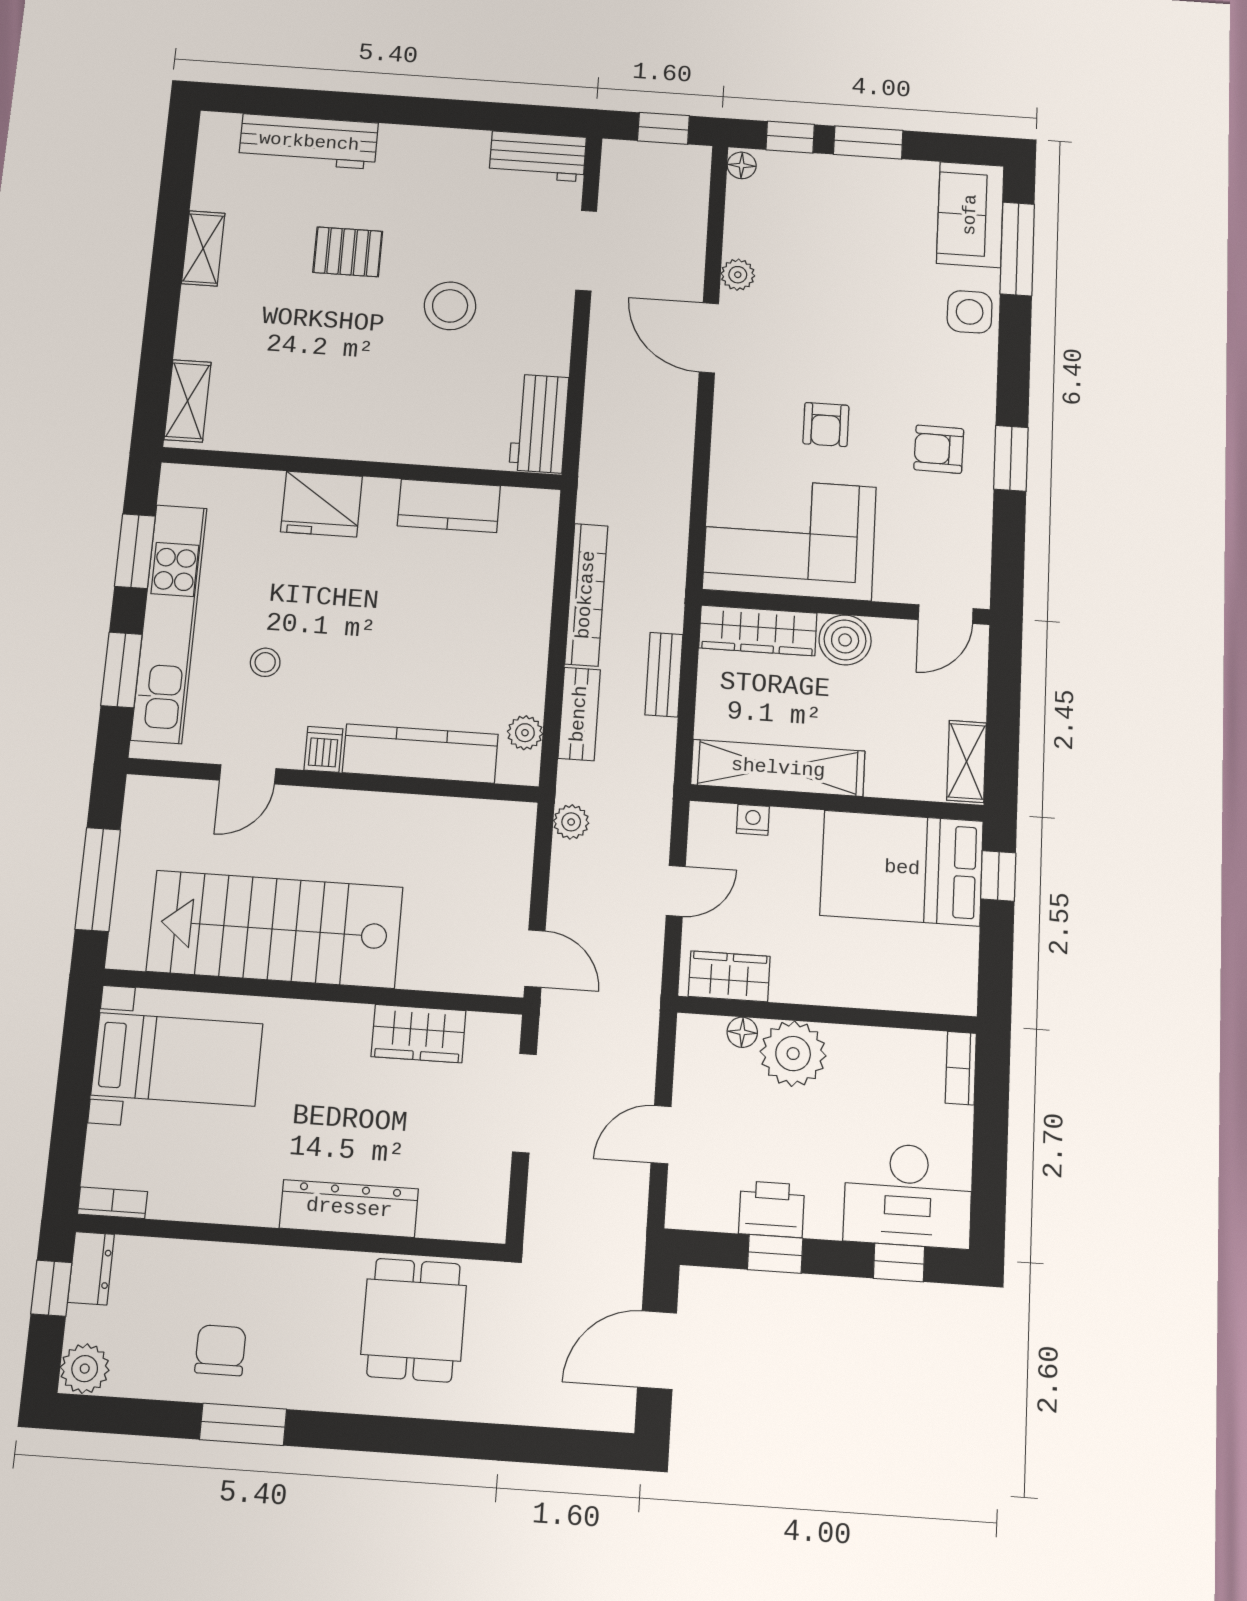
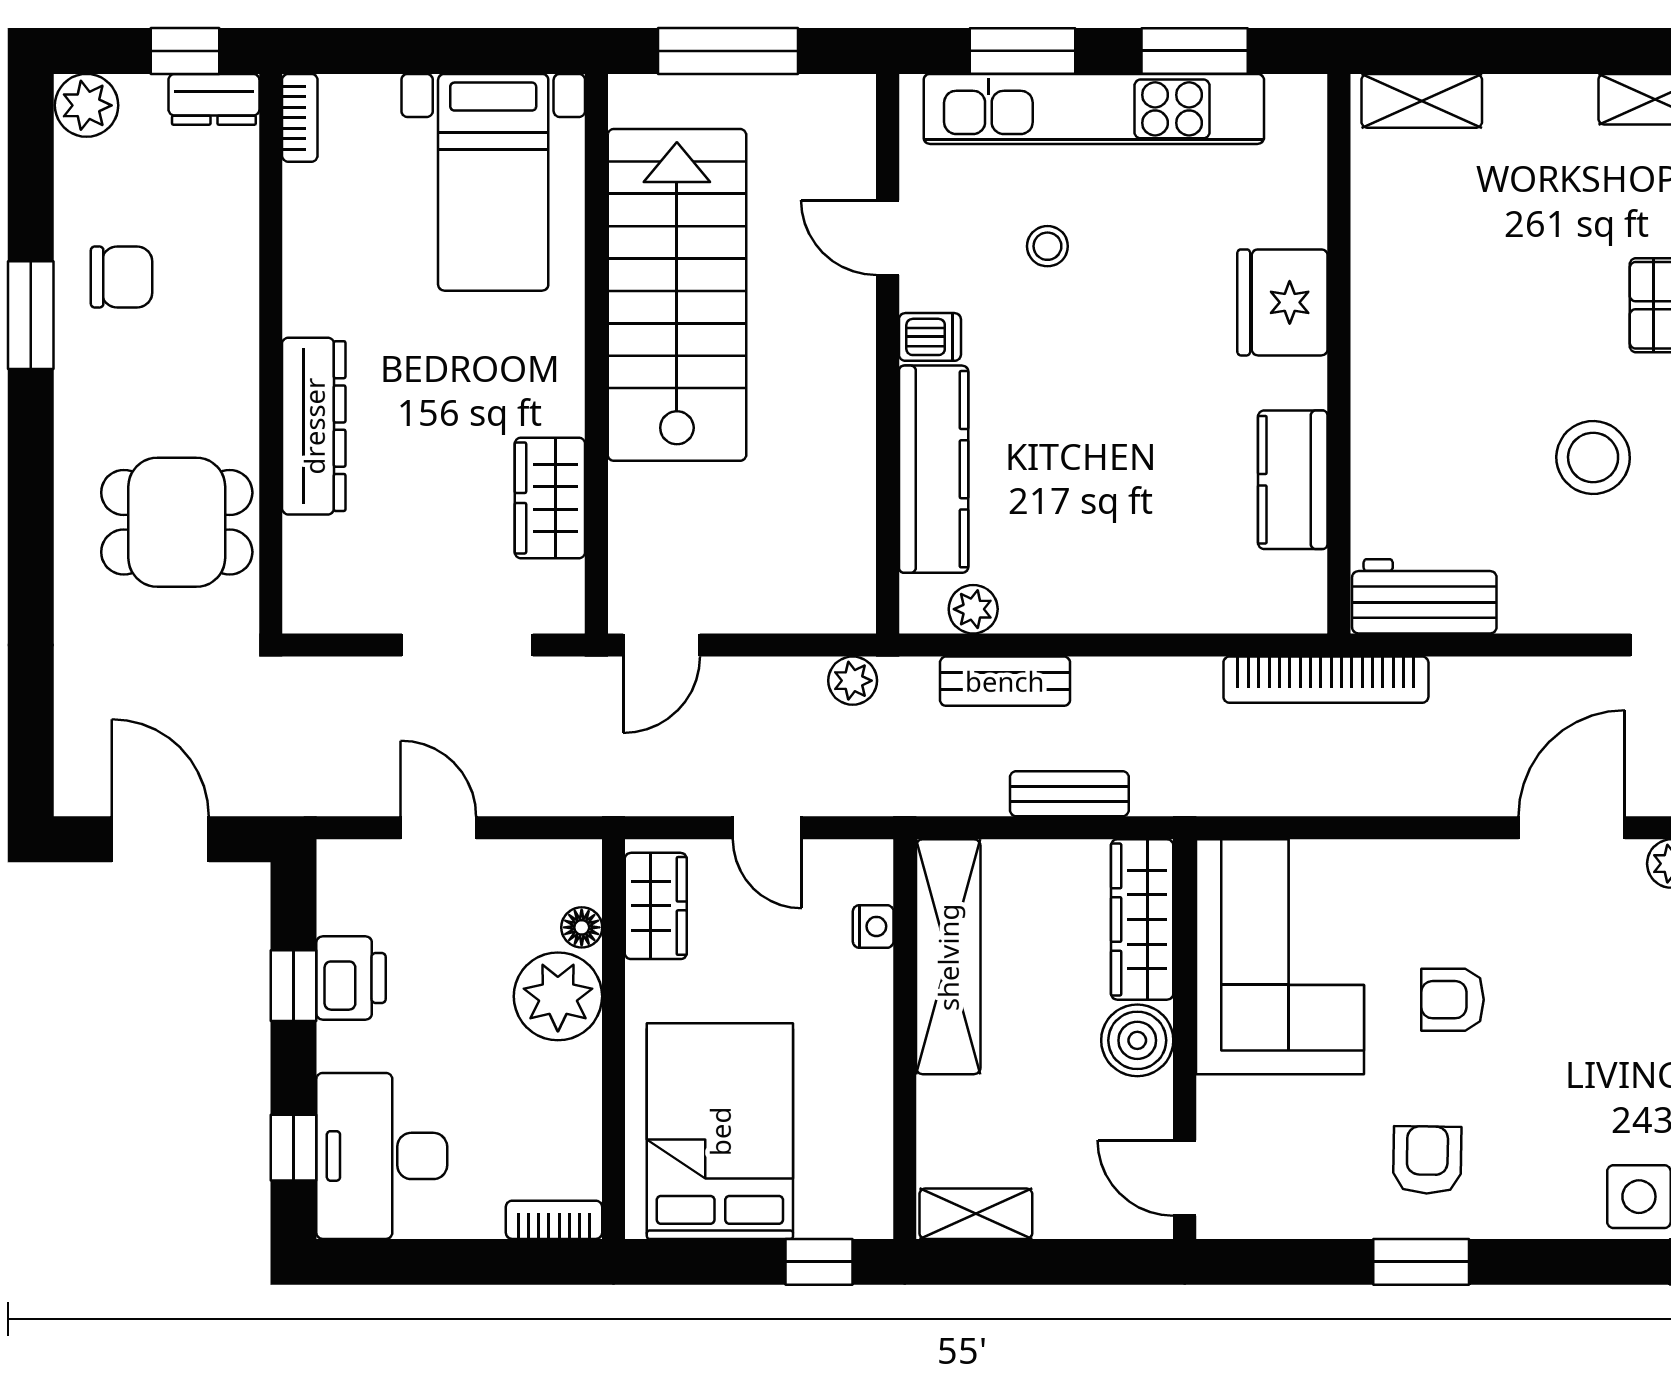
bookcase: (586, 595) -> (1326, 680), moved
bed: (902, 868) -> (720, 1131), moved

